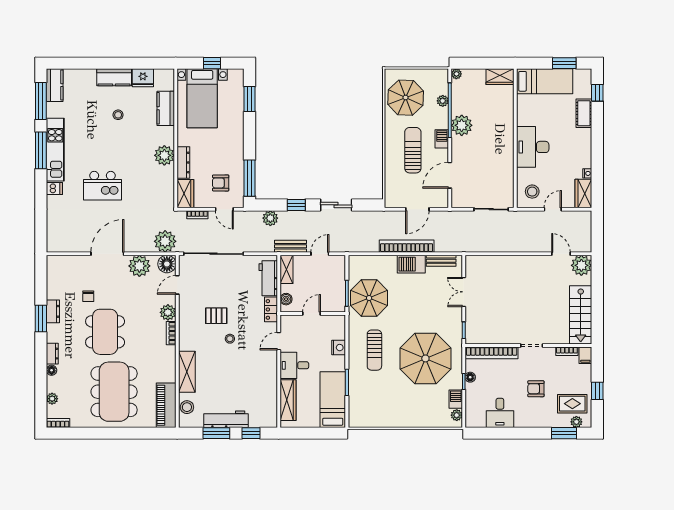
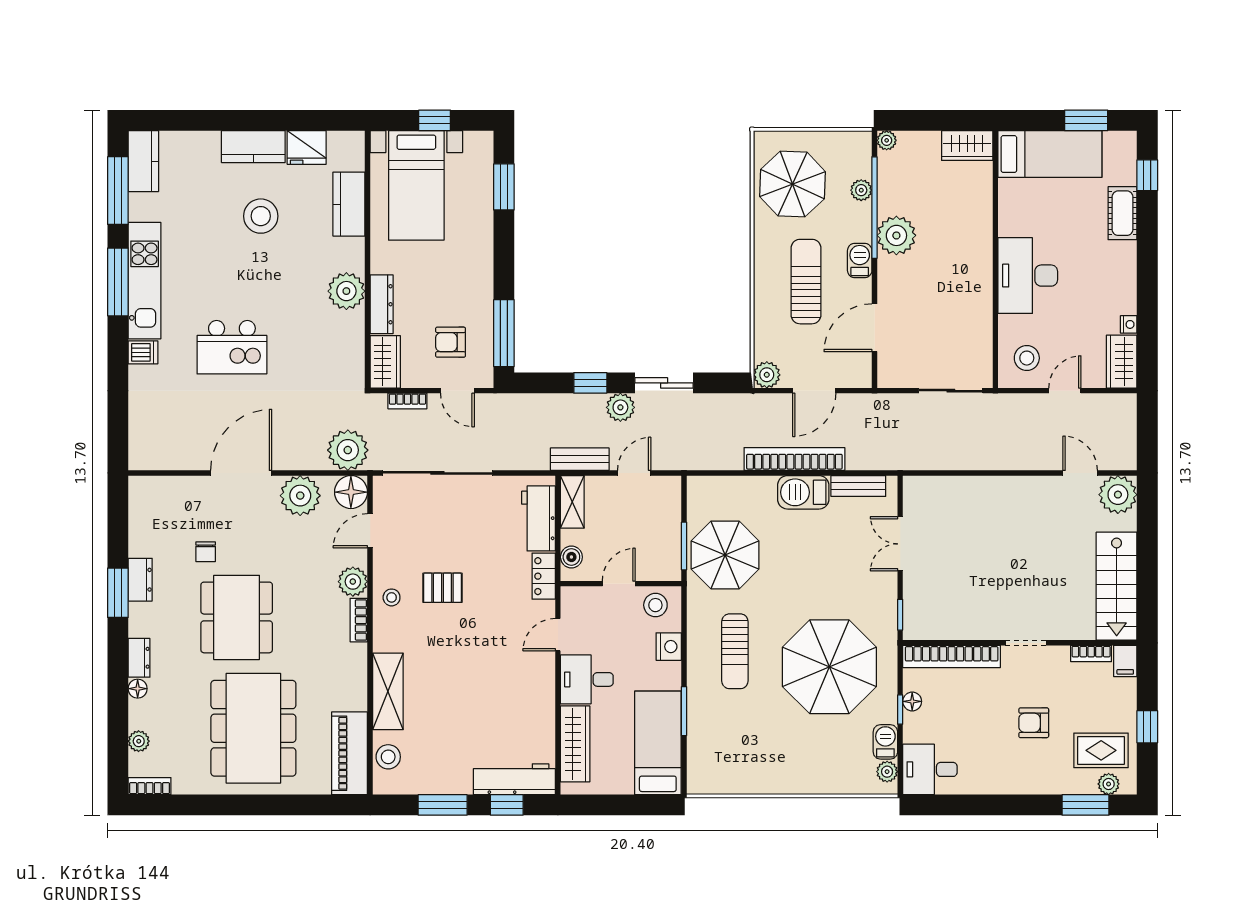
stool: (118, 115) -> (261, 216), width x1.89, depth x1.89
plant: (392, 201) -> (767, 375), added
plant: (270, 218) -> (620, 407), moved
stool: (331, 325) -> (655, 605), added
stool: (230, 339) -> (392, 597), moved
desk: (500, 413) -> (930, 769), moved, turned 90
workbench: (226, 419) -> (514, 779), moved

